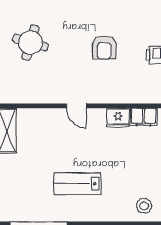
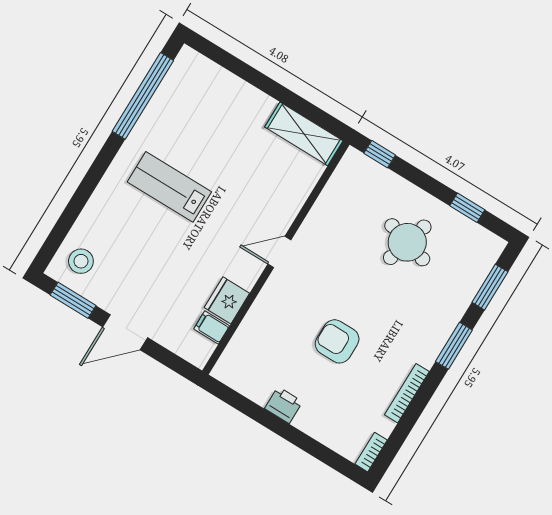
filing cabinet: (144, 117) -> (212, 327), width x0.50
lab bench: (77, 184) -> (169, 187), turned -90

